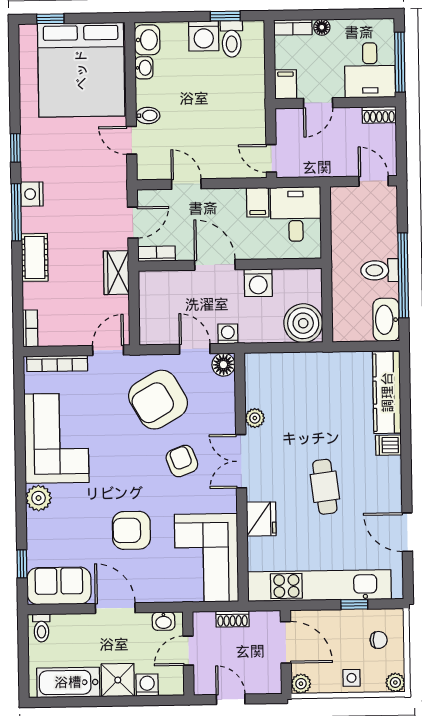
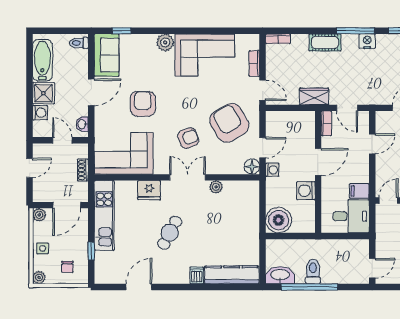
bookcase: (57, 363) -> (254, 63), width x0.64
cafe table: (325, 487) -> (170, 233), turned -55
kitchen unit: (319, 585) -> (104, 215), width x0.73

